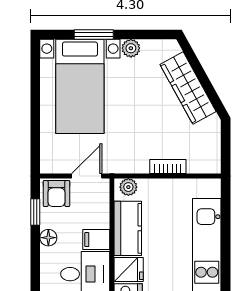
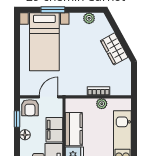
plant: (131, 48) -> (89, 18), moved
wardrobe: (188, 88) -> (114, 49), width x0.67
plant: (128, 187) -> (102, 104), moved
filing cabinet: (96, 240) -> (54, 130), width x2.00

